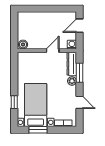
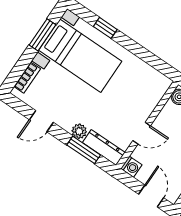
door: (53, 51) -> (142, 133), hinge flipped

